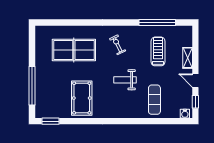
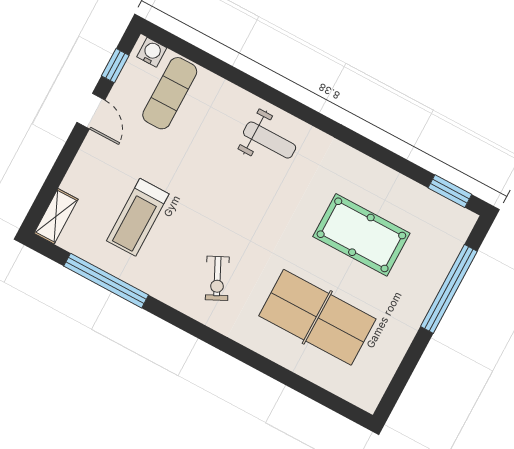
shelving: (188, 58) -> (56, 216), moved
weight bench: (125, 80) -> (270, 140), moved
pool table: (82, 98) -> (361, 235), moved, turned 90
exercise mat: (154, 100) -> (170, 93), moved

